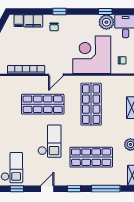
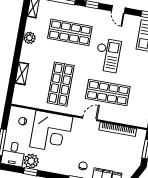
checkout: (49, 141) -> (108, 55), turned 180
door: (47, 189) -> (118, 9), hinge flipped

